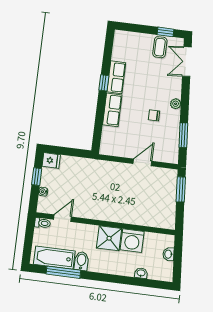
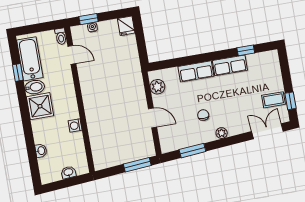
window: (104, 83) -> (246, 50), moved
plant: (115, 149) -> (157, 87), added
window: (37, 177) -> (89, 19), moved
shower: (109, 238) -> (40, 106), moved
washing machine: (132, 241) -> (75, 126), width x0.53, depth x0.53
window: (63, 272) -> (18, 72), width x0.46

